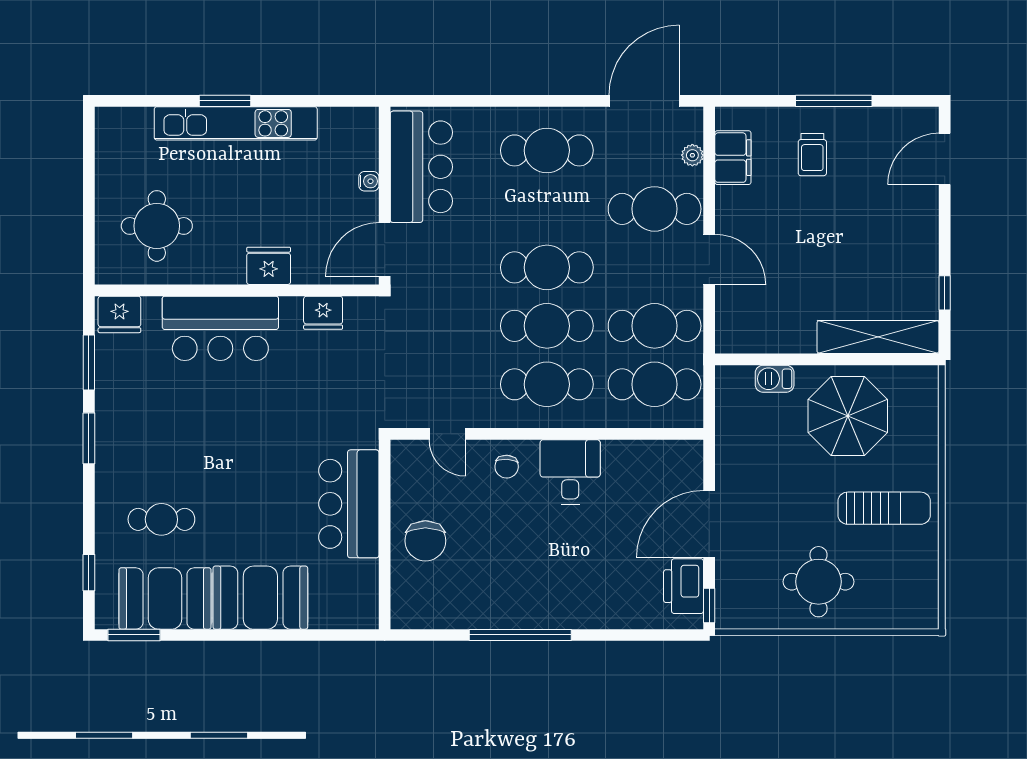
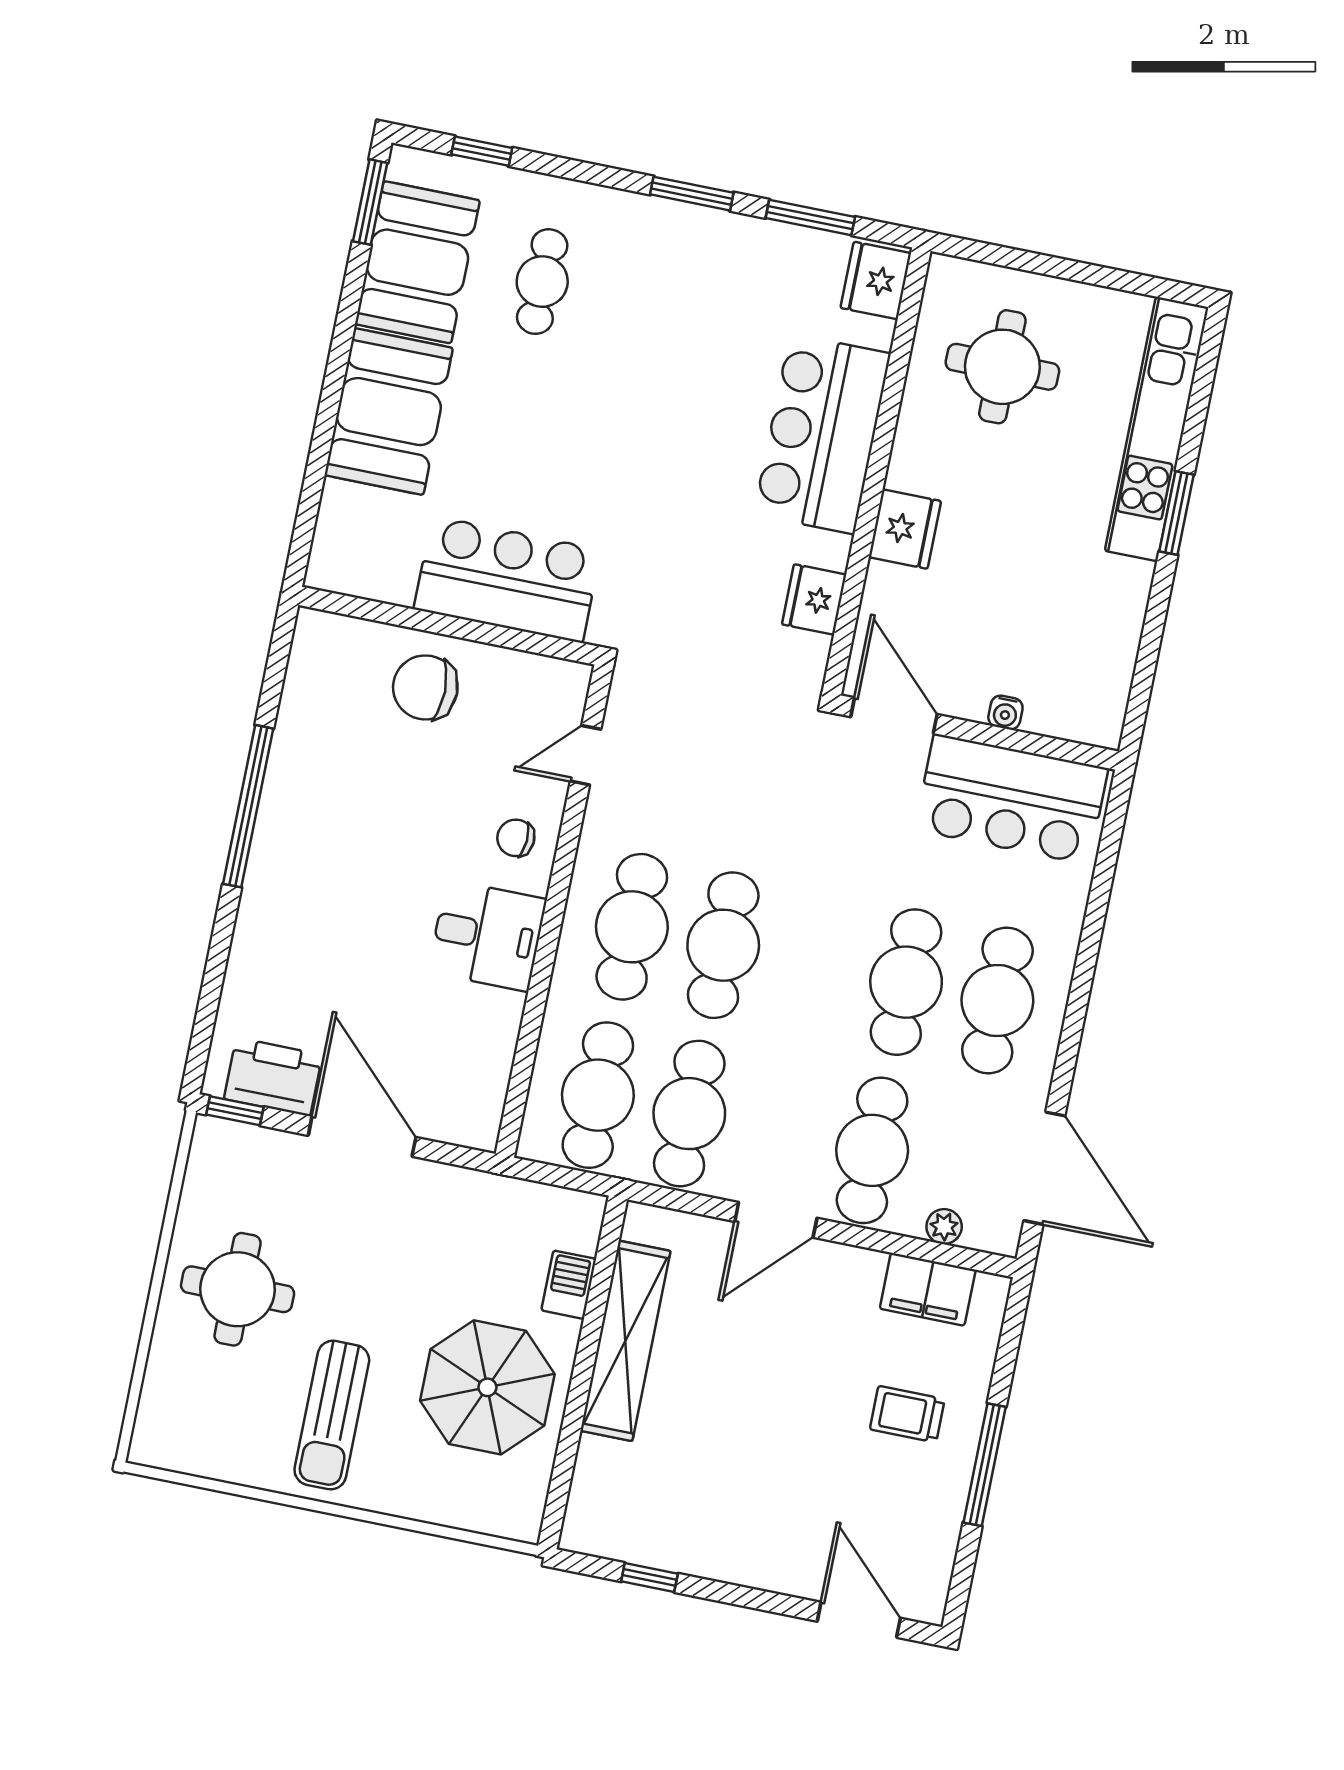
kitchen unit: (236, 123) -> (1157, 429), moved
cafe table: (547, 267) -> (906, 982), moved
shelving: (878, 337) -> (625, 1341), moved

